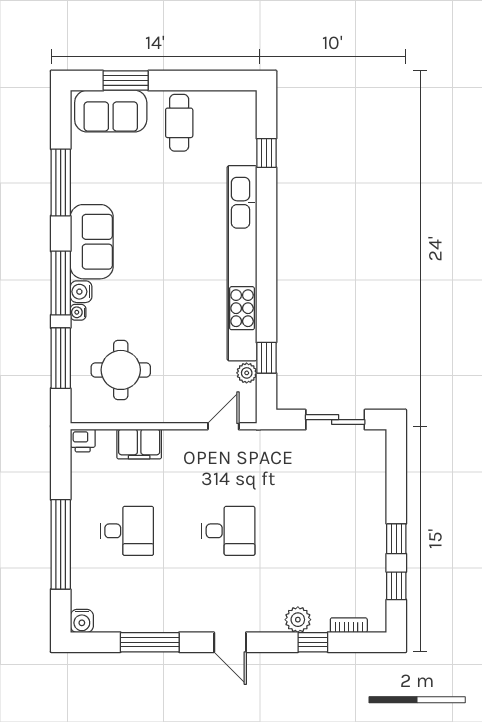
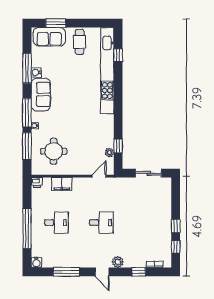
kitchen unit: (242, 263) -> (107, 71), moved
water cooler: (81, 292) -> (36, 72), moved
plant: (298, 620) -> (118, 262), moved

